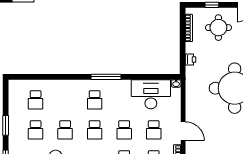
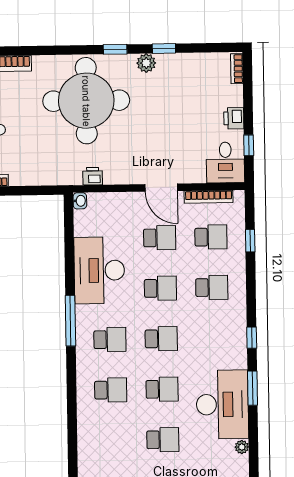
printer: (190, 60) -> (93, 176), moved
desk: (151, 94) -> (99, 270), moved
school desk: (36, 100) -> (111, 390), moved
door: (183, 131) -> (161, 188), swing flipped

